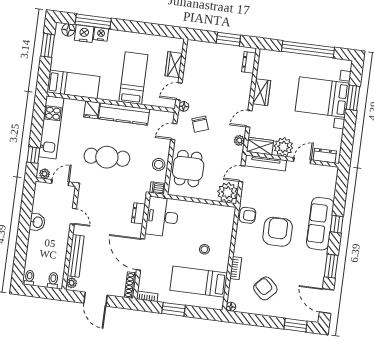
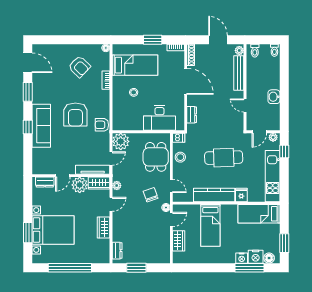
door: (174, 132) -> (171, 186), hinge flipped
desk: (162, 217) -> (160, 118), moved, turned 90
window: (295, 325) -> (51, 40), removed

